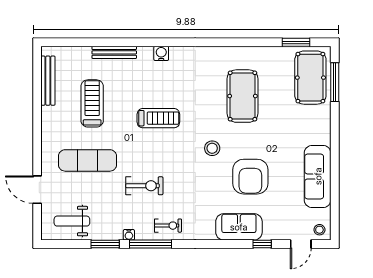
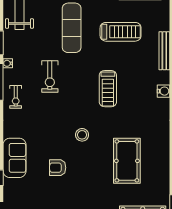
pool table: (242, 96) -> (127, 161), turned 90
armchair: (250, 177) -> (58, 168), width x0.53, depth x0.53

